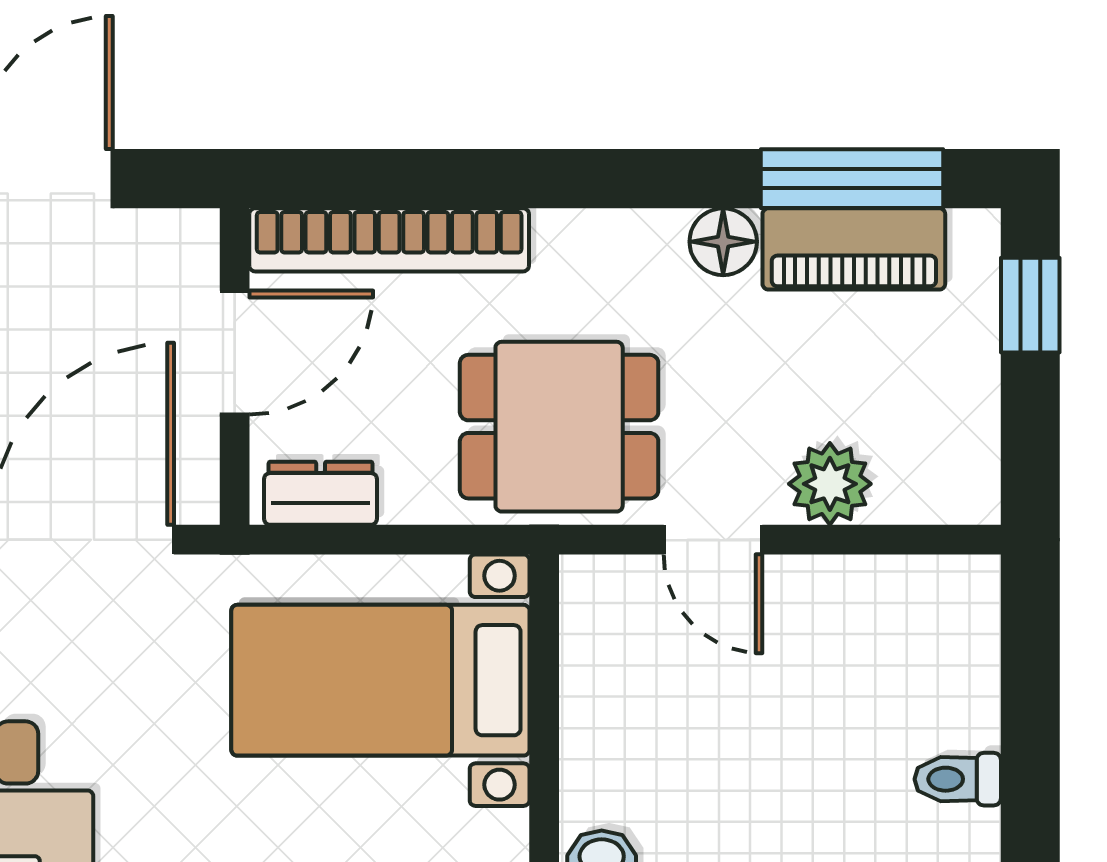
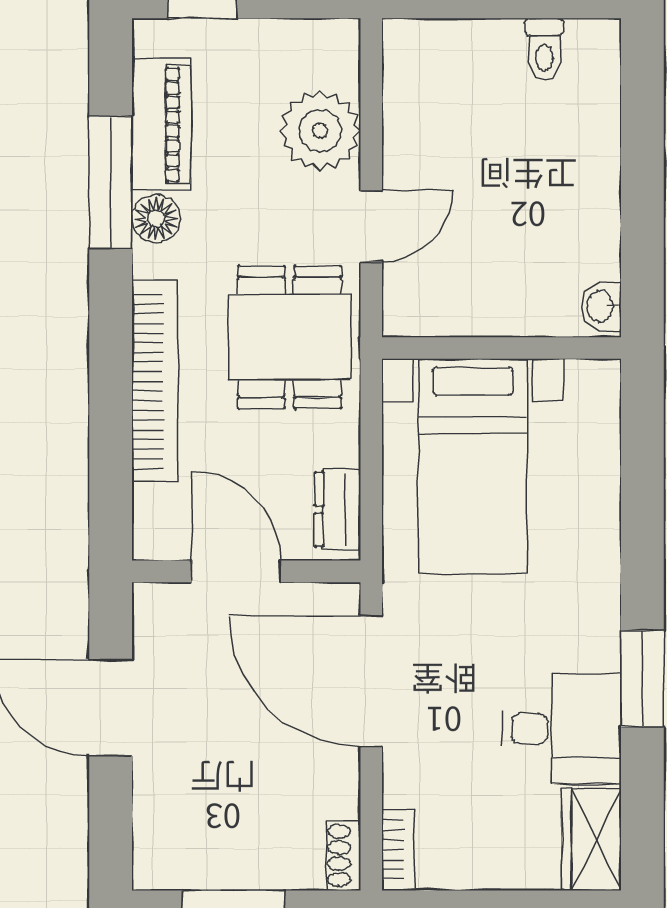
window: (852, 179) -> (111, 182), moved
bookcase: (389, 240) -> (155, 381), moved
plant: (830, 484) -> (320, 131), width x1.36, depth x1.36

